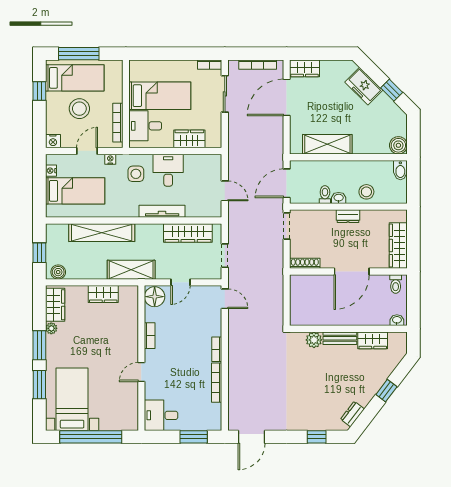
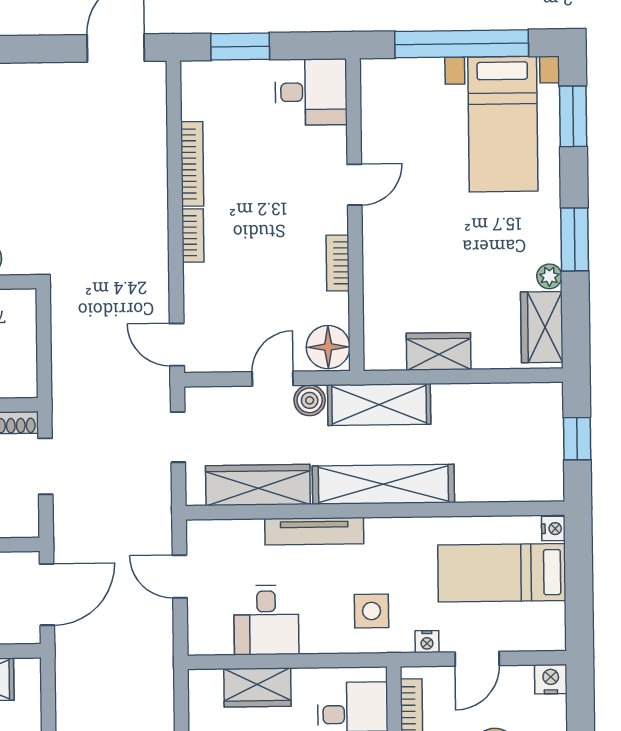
desk: (168, 170) -> (266, 620), moved
nightstand: (51, 171) -> (553, 529), moved
doorway: (287, 226) -> (45, 466), moved
shelving: (102, 233) -> (383, 484), moved
boiler: (58, 272) -> (310, 400), moved
window: (39, 385) -> (573, 116), moved

